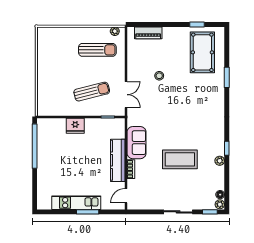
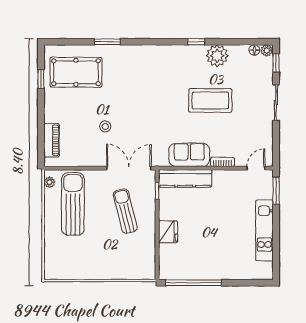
sun lounger: (97, 50) -> (73, 204), width x1.36, depth x1.34
double door: (126, 95) -> (129, 168), width x1.37
coffee table: (180, 159) -> (210, 100), turned 90
kitchen counter: (118, 160) -> (185, 178), moved
plant: (220, 161) -> (217, 56), width x1.87, depth x1.87
door: (126, 196) -> (256, 168), swing flipped
window: (88, 212) -> (276, 191), moved

